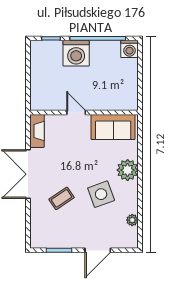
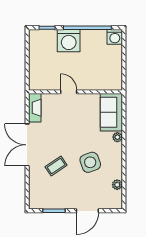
sofa: (113, 127) -> (111, 112), moved, turned 90
plant: (128, 170) -> (117, 137), width x0.53, depth x0.53

